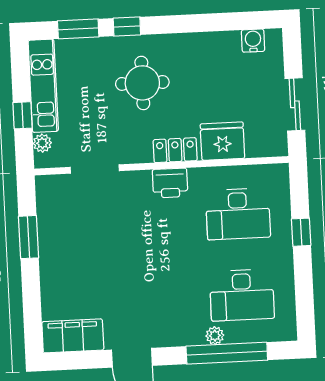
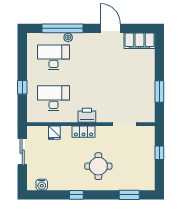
window: (127, 26) -> (76, 195), moved
kitchen unit: (43, 86) -> (148, 167), removed
fridge: (222, 141) -> (54, 133), width x0.53, depth x0.75
plant: (42, 143) -> (150, 138), removed

